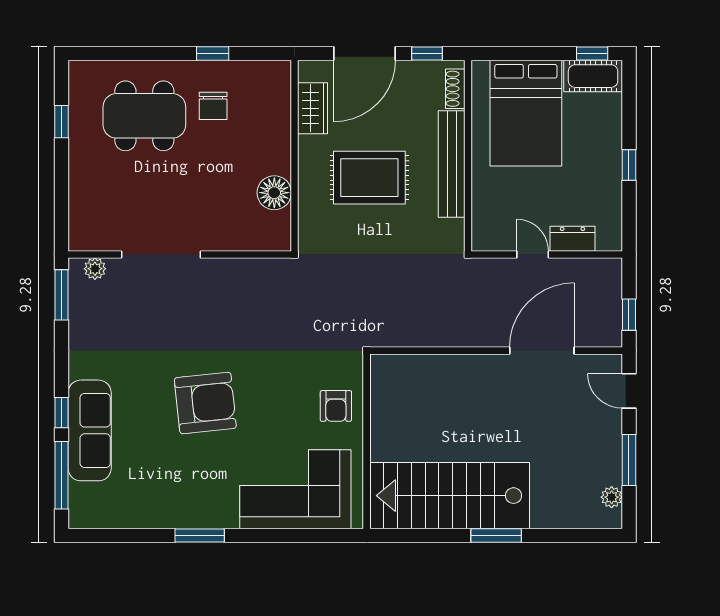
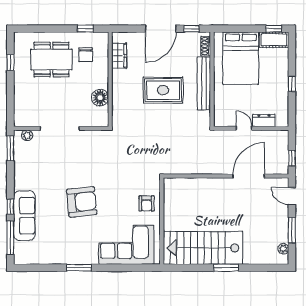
wardrobe: (313, 108) -> (119, 56), moved
wall: (295, 156) -> (110, 79), moved
floor lamp: (274, 193) -> (100, 98), moved

